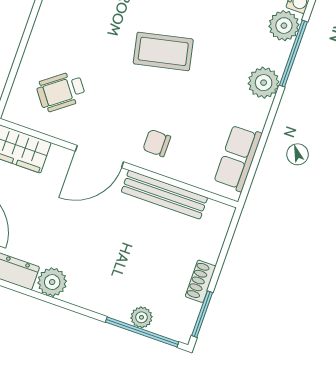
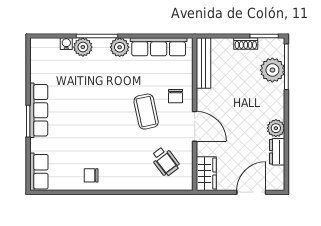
coffee table: (163, 51) -> (146, 112), moved
row of seats: (238, 158) -> (159, 47), width x1.48
bench: (164, 195) -> (203, 63), moved
plant: (141, 317) -> (272, 70), width x1.88, depth x1.88

